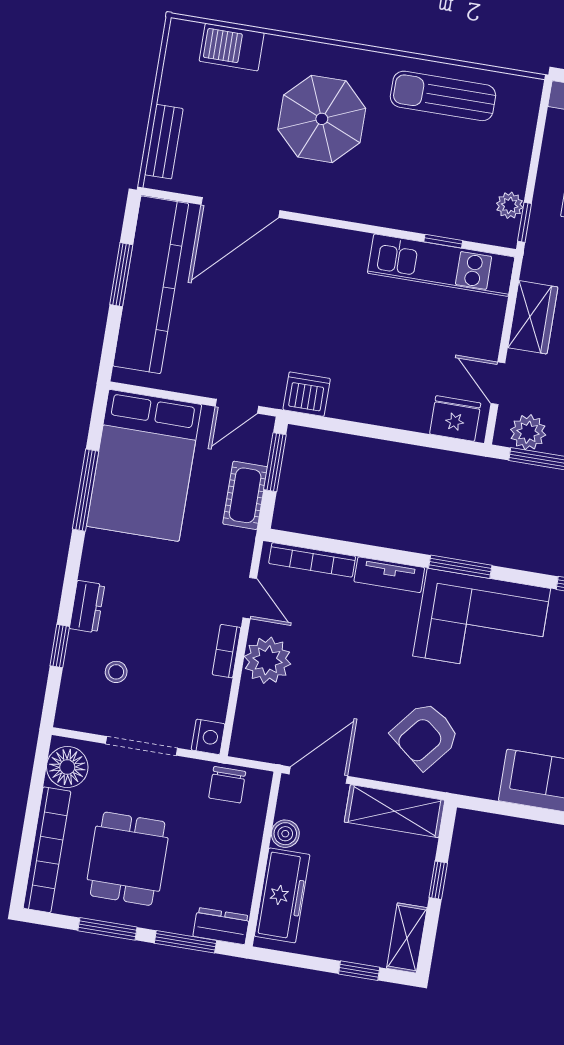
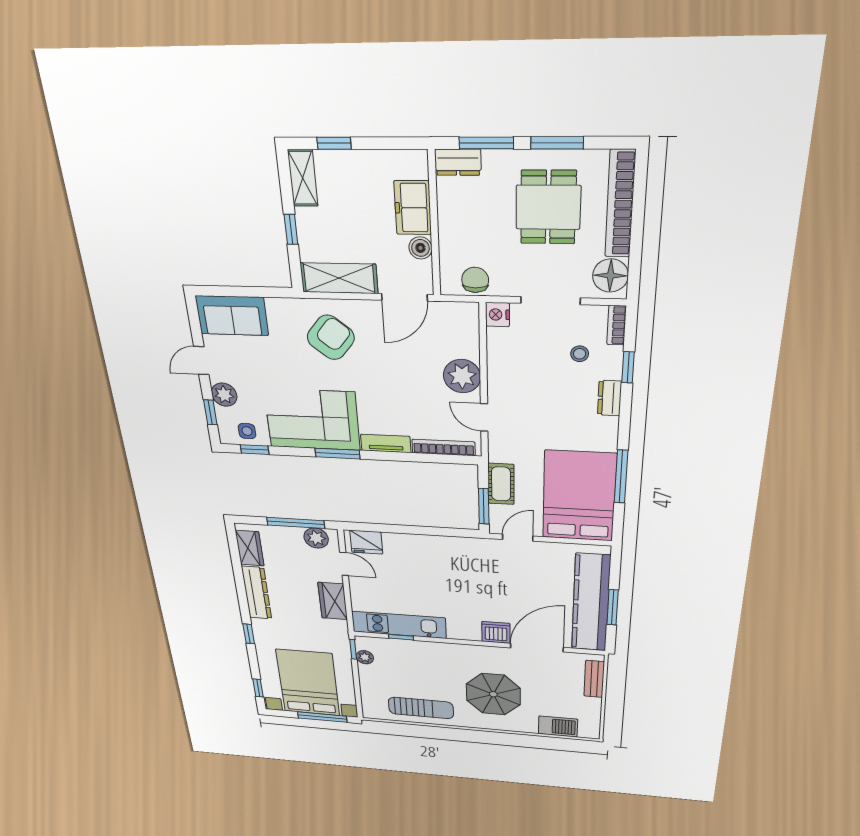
dishwasher: (307, 394) -> (496, 632), moved, turned 180
bookcase: (227, 651) -> (617, 325), moved, turned 180
freezer: (282, 895) -> (413, 208), width x0.71

